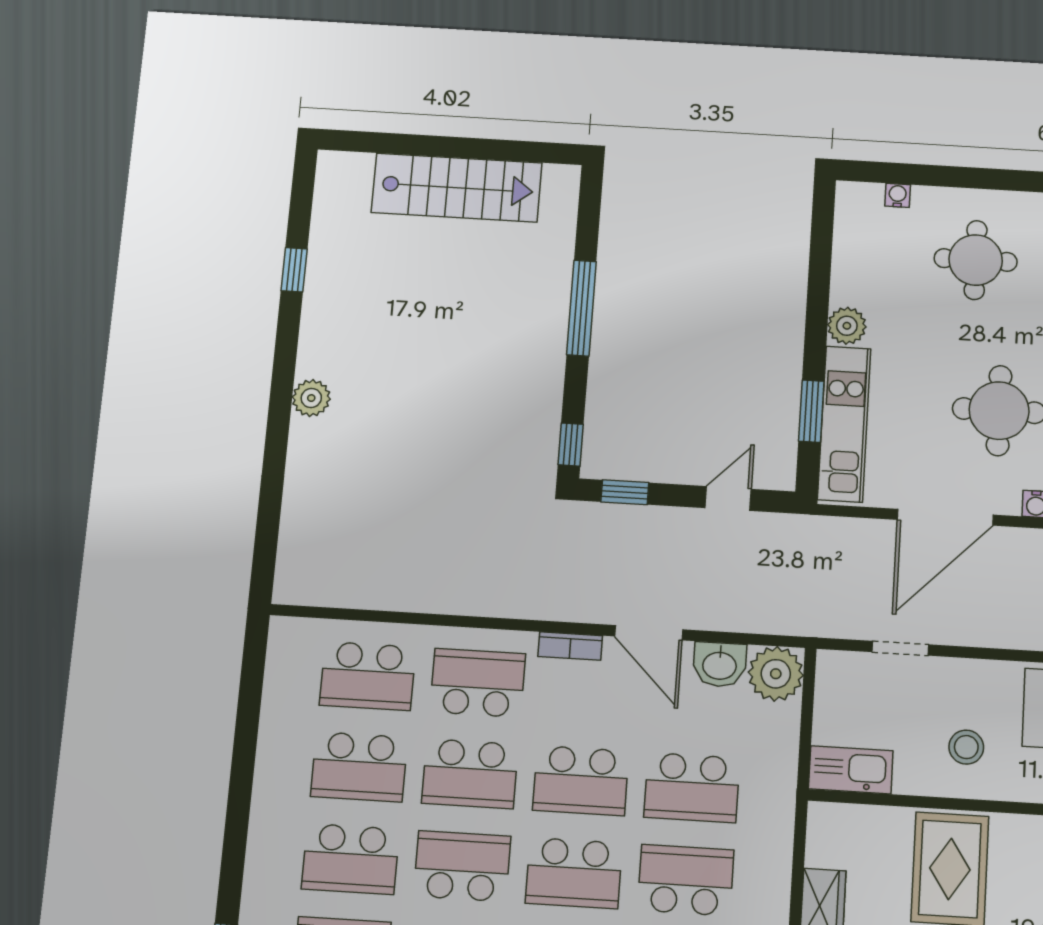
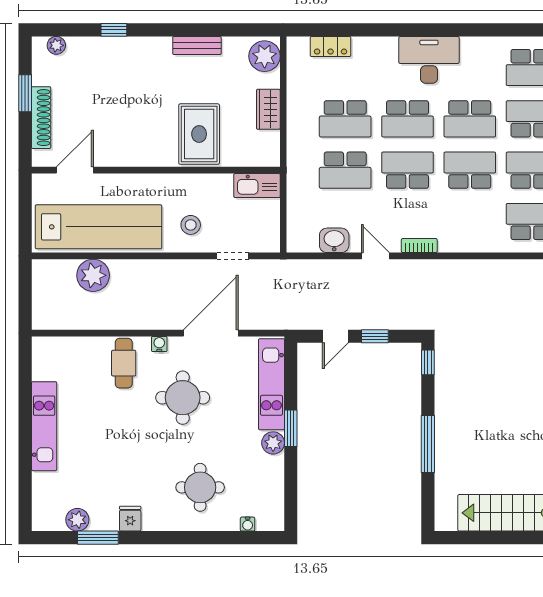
window: (811, 411) -> (291, 428), moved
window: (625, 492) -> (375, 336), moved
door: (649, 633) -> (375, 256), width x0.73
plant: (776, 674) -> (302, 237), removed
school desk: (478, 683) -> (470, 221), removed
stool: (966, 747) -> (191, 225), moved
school desk: (692, 788) -> (345, 170), turned 180
school desk: (574, 873) -> (407, 119), turned 180

